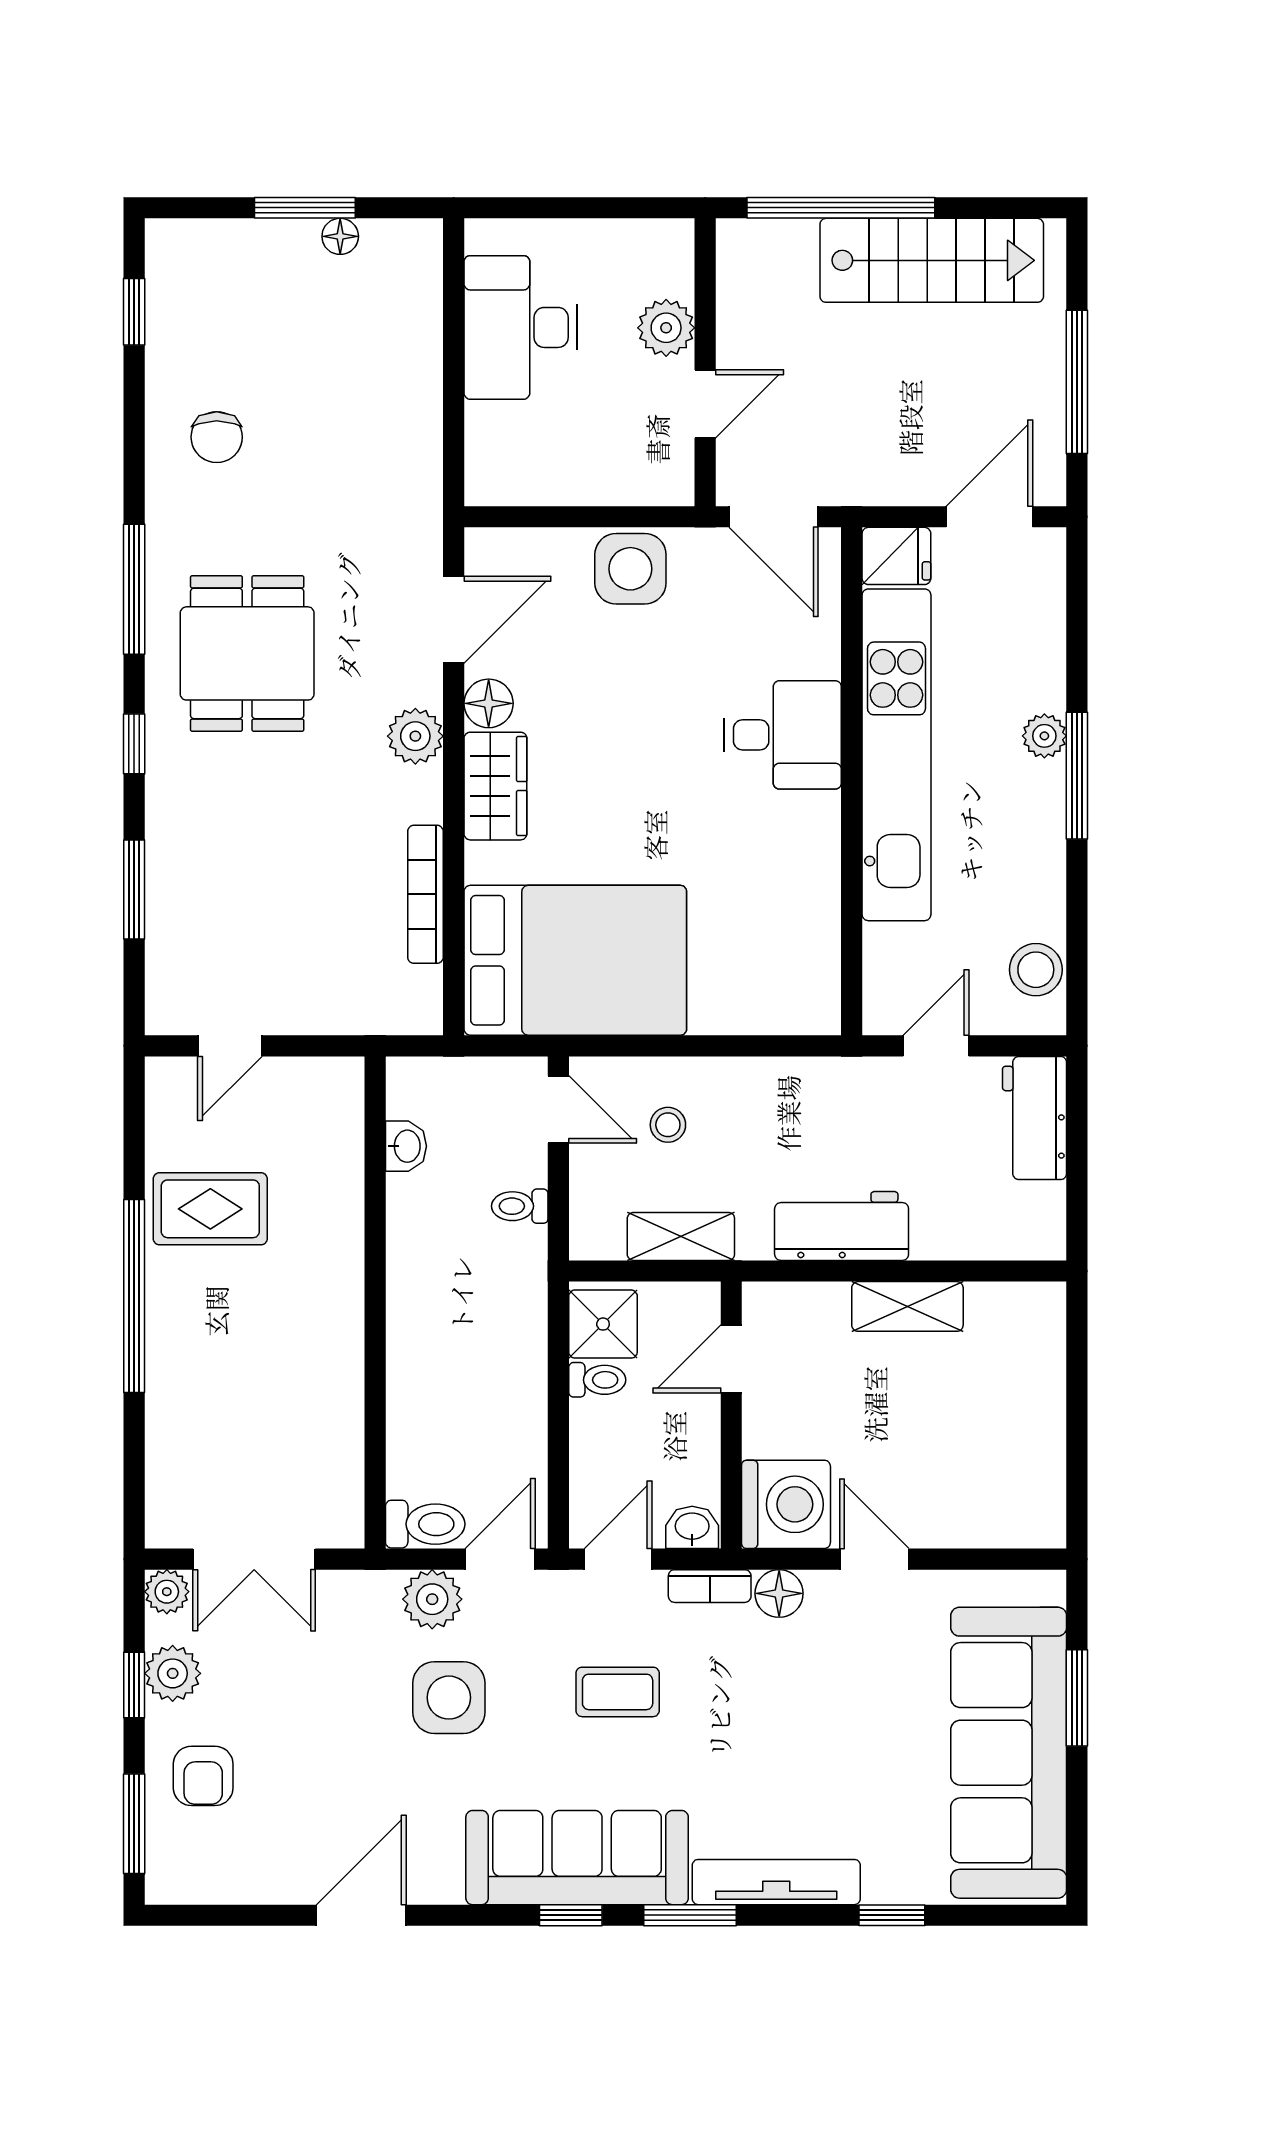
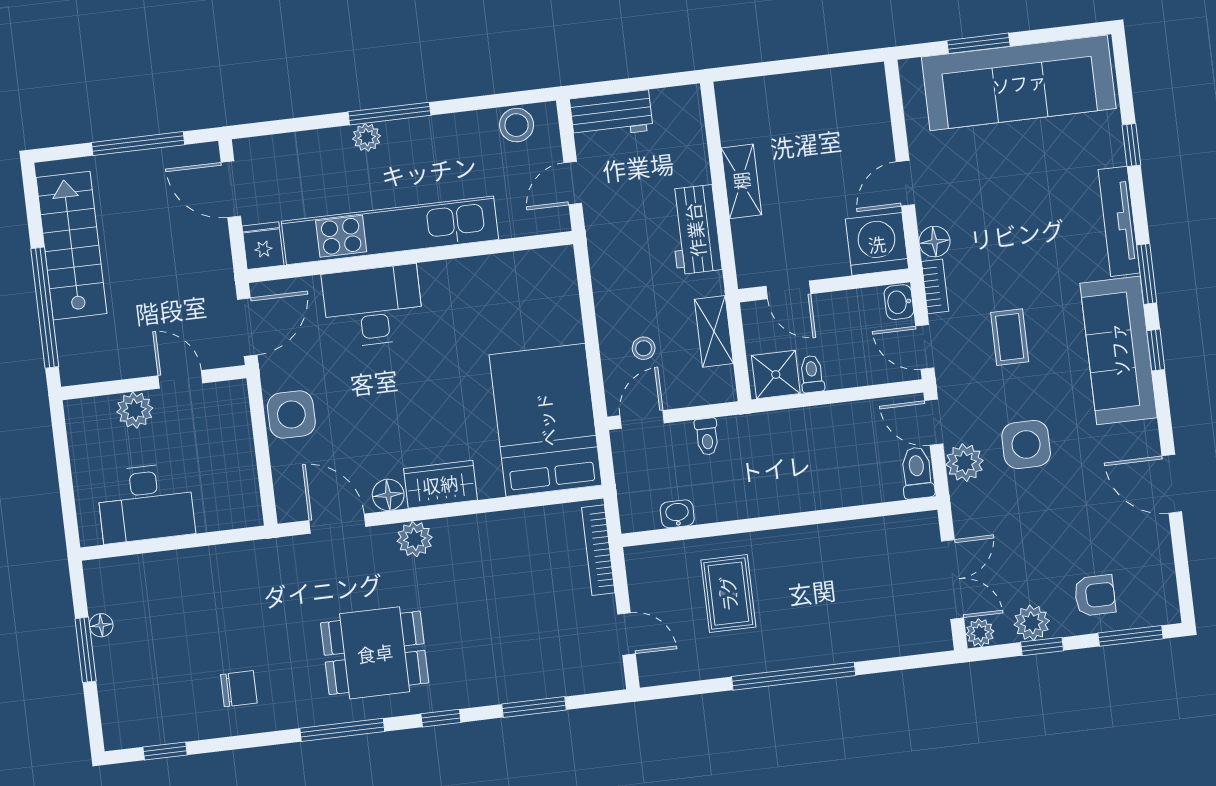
desk: (783, 735) -> (373, 306), width x1.37
bookcase: (425, 894) -> (598, 550), moved, turned 90
door: (936, 1046) -> (573, 183), hinge flipped
rug: (210, 1209) -> (728, 594), moved

